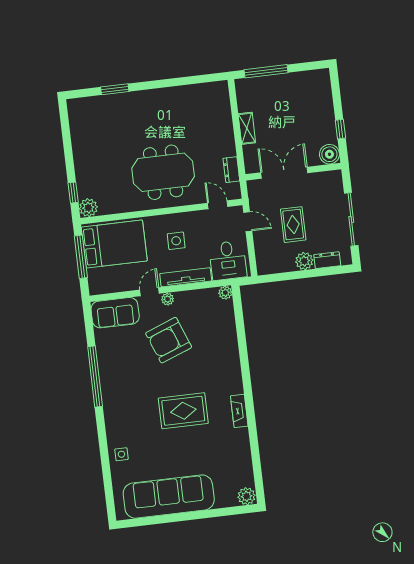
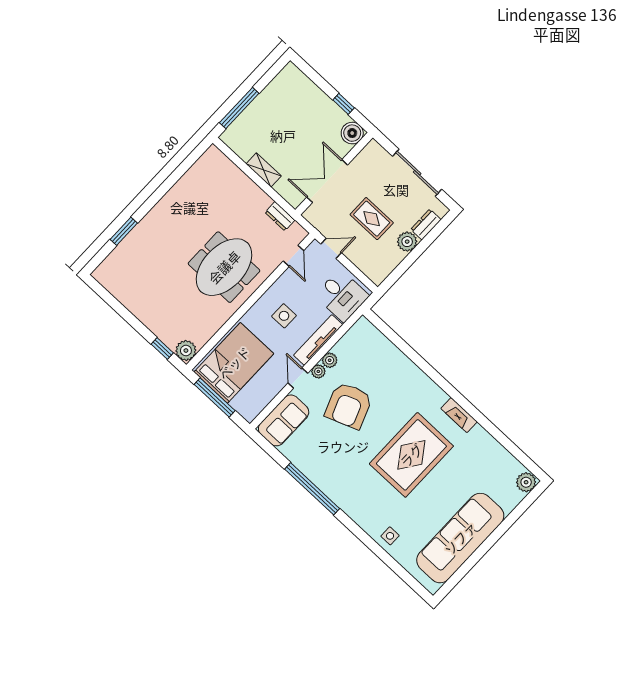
door: (218, 205) -> (293, 256), swing flipped
plant: (225, 293) -> (330, 360), moved
rug: (183, 411) -> (411, 455), width x1.37, depth x1.44

